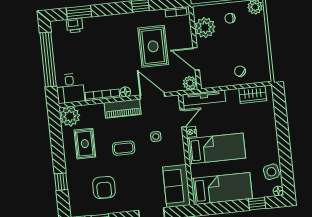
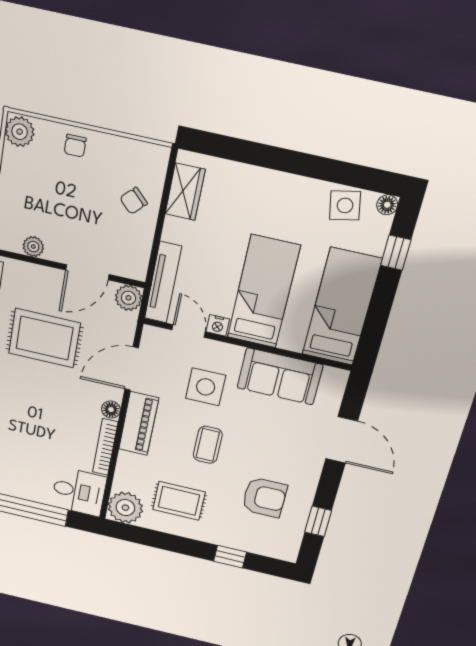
chair: (230, 18) -> (75, 146), moved
plant: (205, 28) -> (33, 247), width x0.53, depth x0.53
side table: (156, 137) -> (206, 387), width x1.87, depth x1.87
sofa: (177, 186) -> (280, 376), moved

